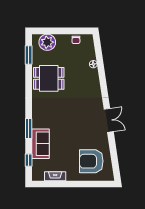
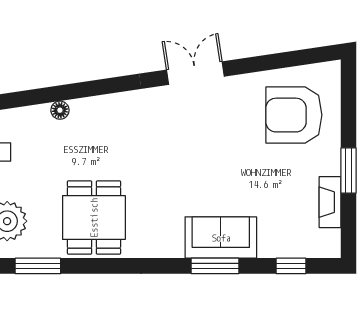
sofa: (40, 144) -> (221, 238), moved
armchair: (91, 161) -> (294, 115), turned 90
window: (68, 184) -> (349, 171), added

